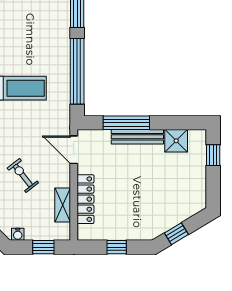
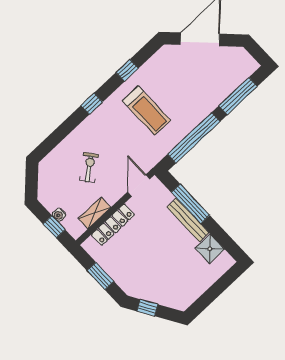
window: (213, 155) -> (224, 283), removed
water cooler: (18, 234) -> (59, 215), moved
window: (117, 247) -> (100, 276), width x1.50

